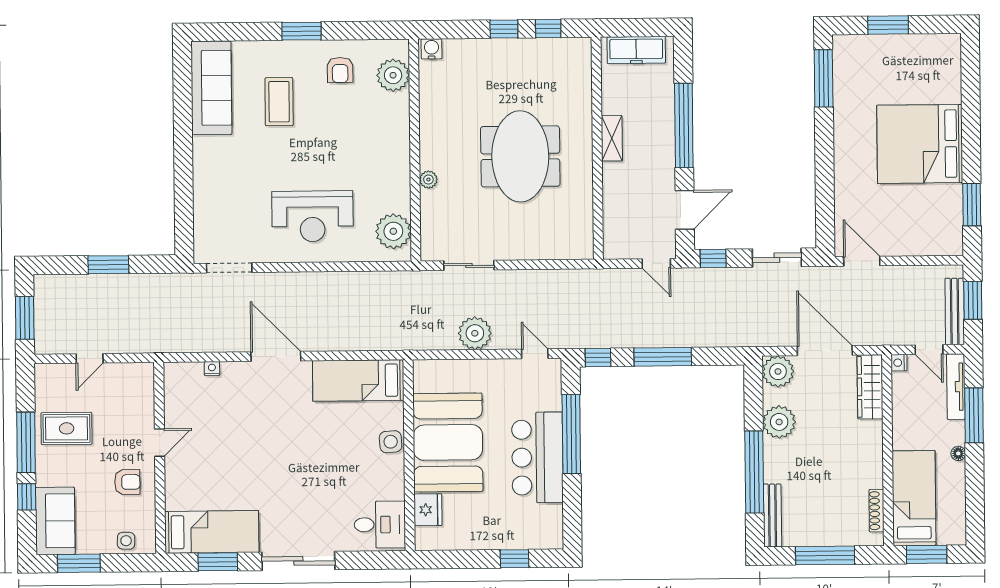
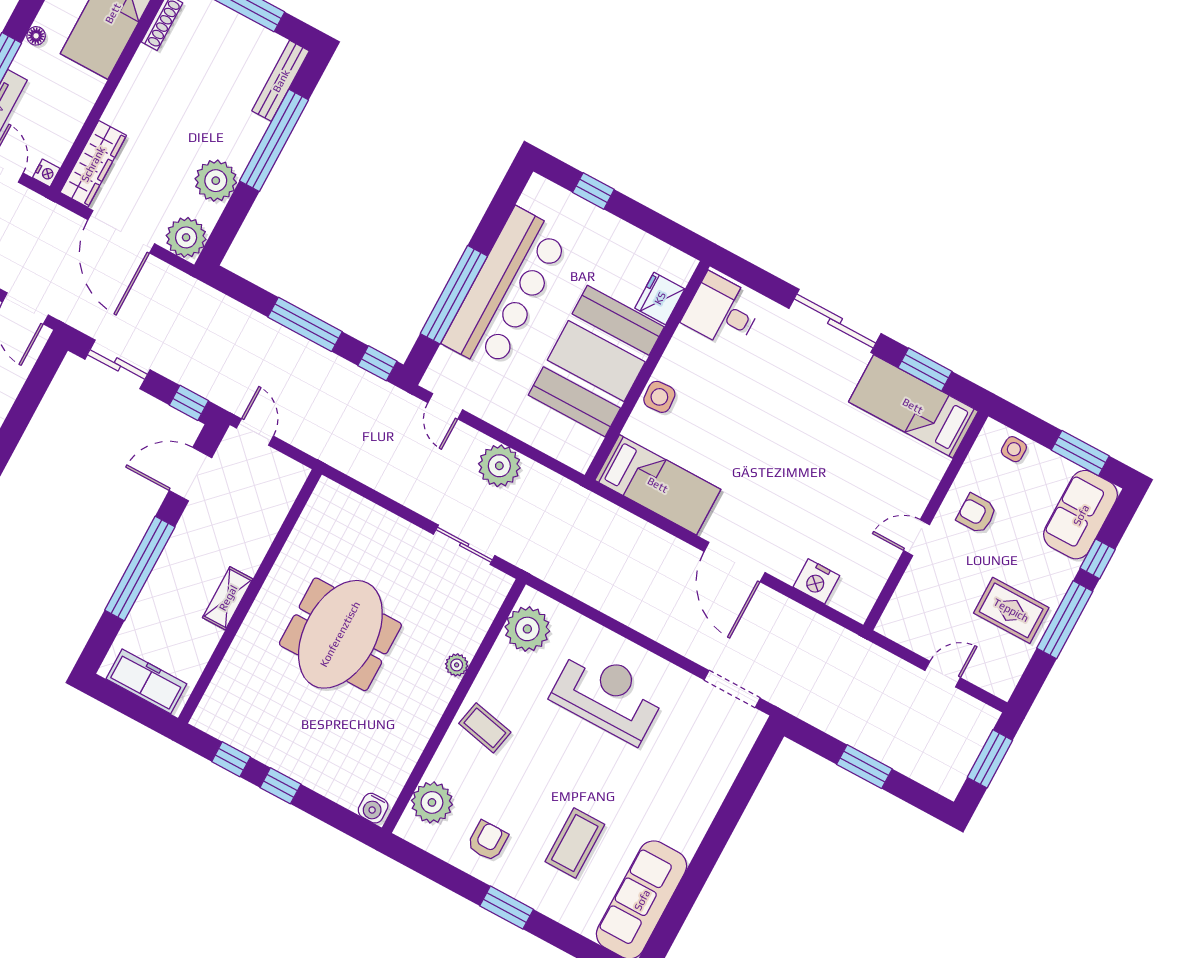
coffee table: (385, 147) -> (485, 728), added
nightstand: (212, 369) -> (816, 581), width x1.89, depth x1.79
bar counter: (537, 457) -> (506, 289), width x1.36

